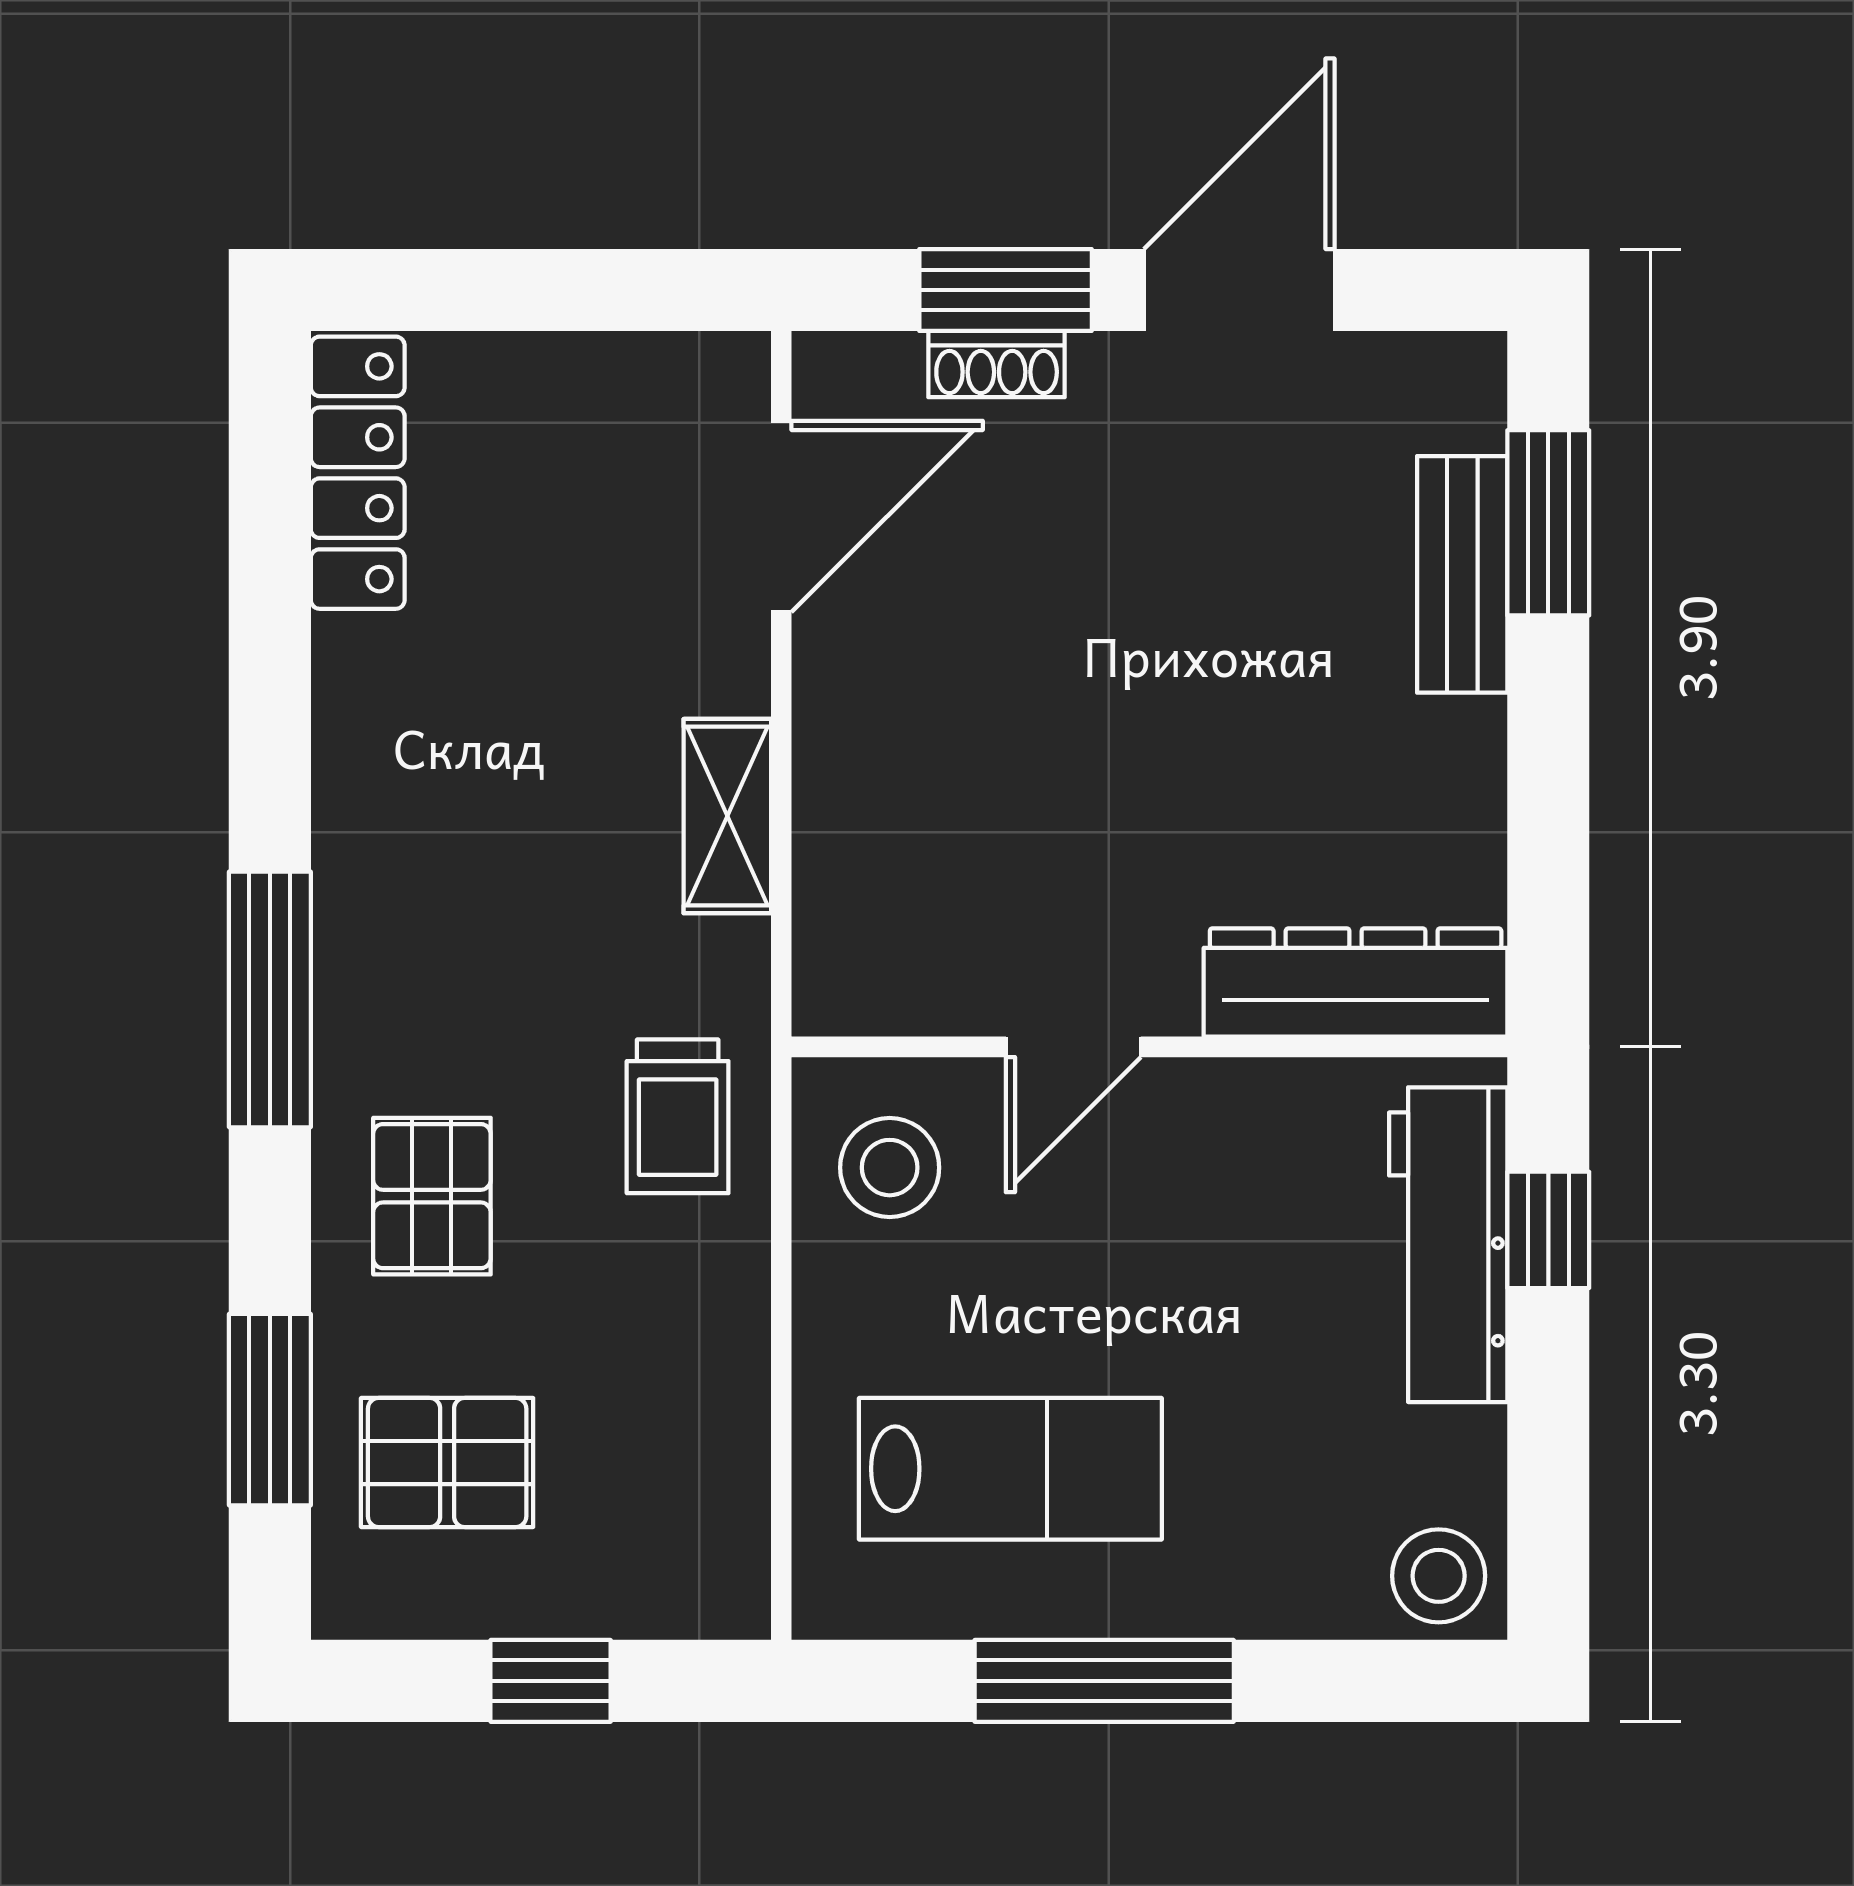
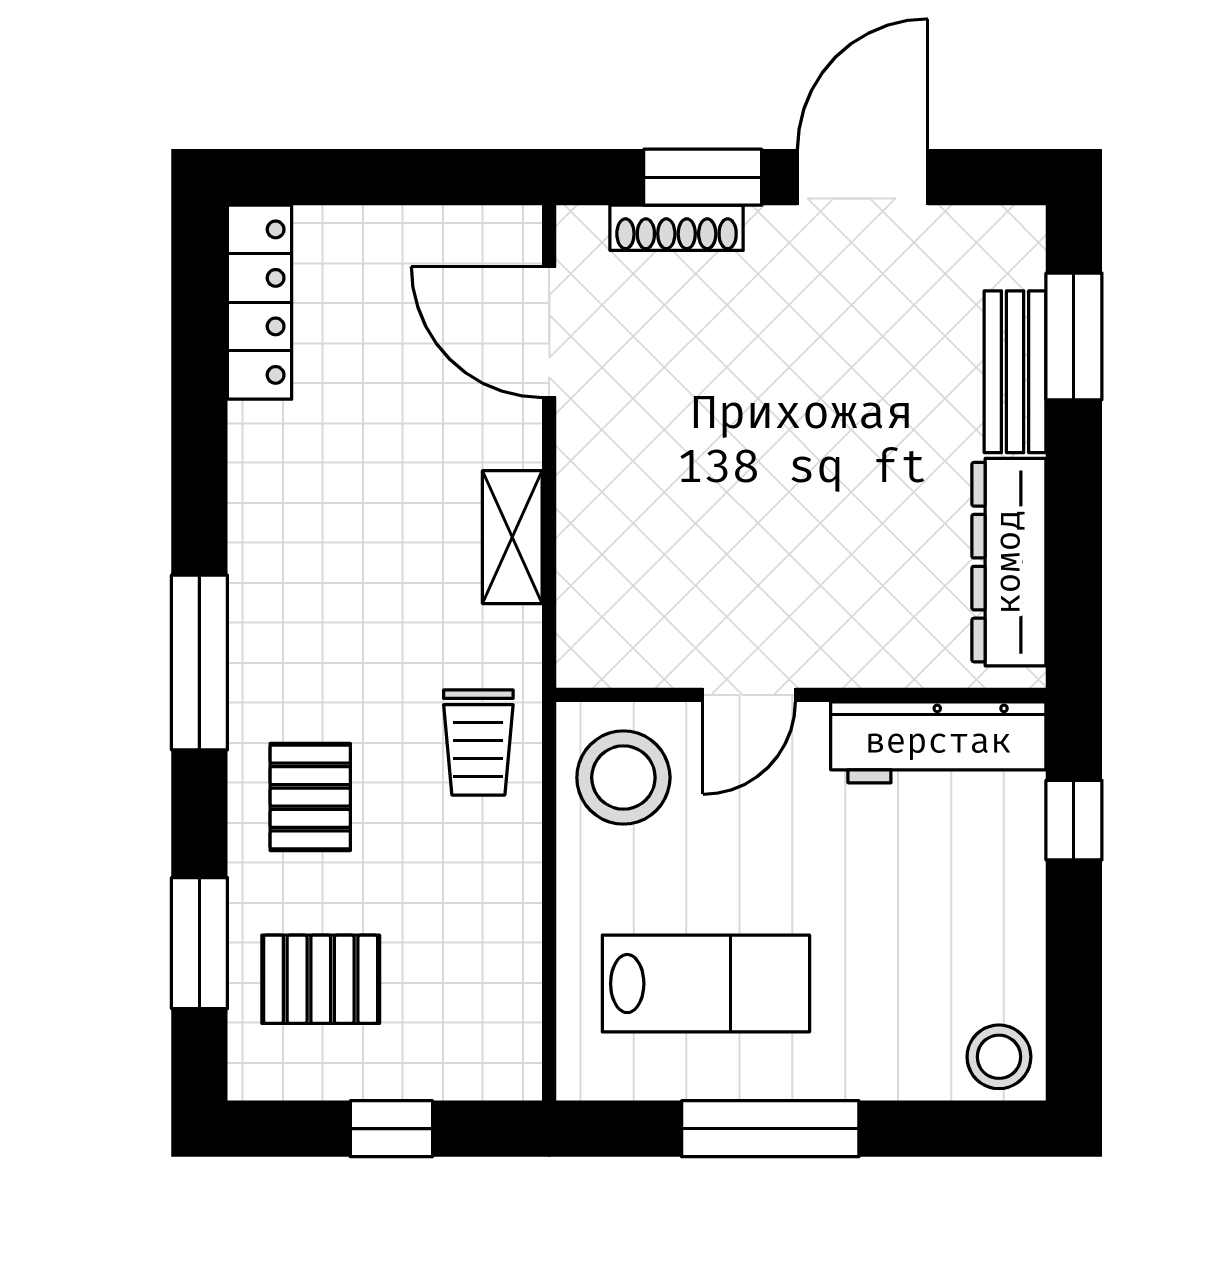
shoe rack: (997, 364) -> (677, 228), width x1.43
door: (781, 516) -> (549, 332), swing flipped
dresser: (1356, 982) -> (1009, 562), moved, turned -90
stool: (890, 1168) -> (623, 778), width x1.38, depth x1.38
workbench: (1448, 1245) -> (938, 742), moved, turned -90

